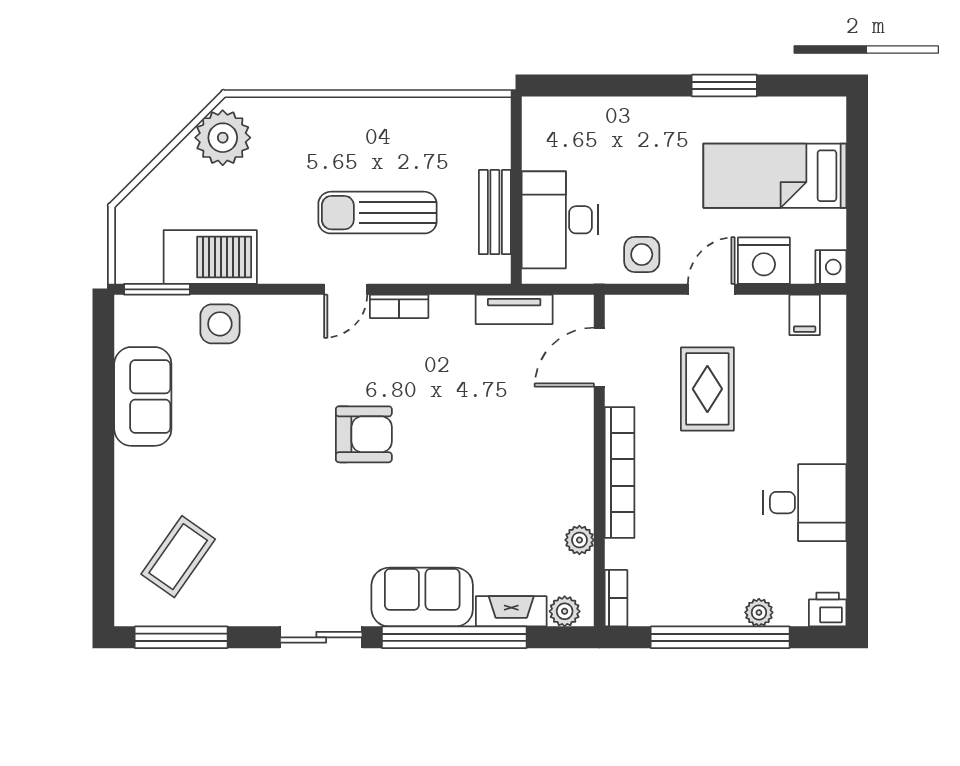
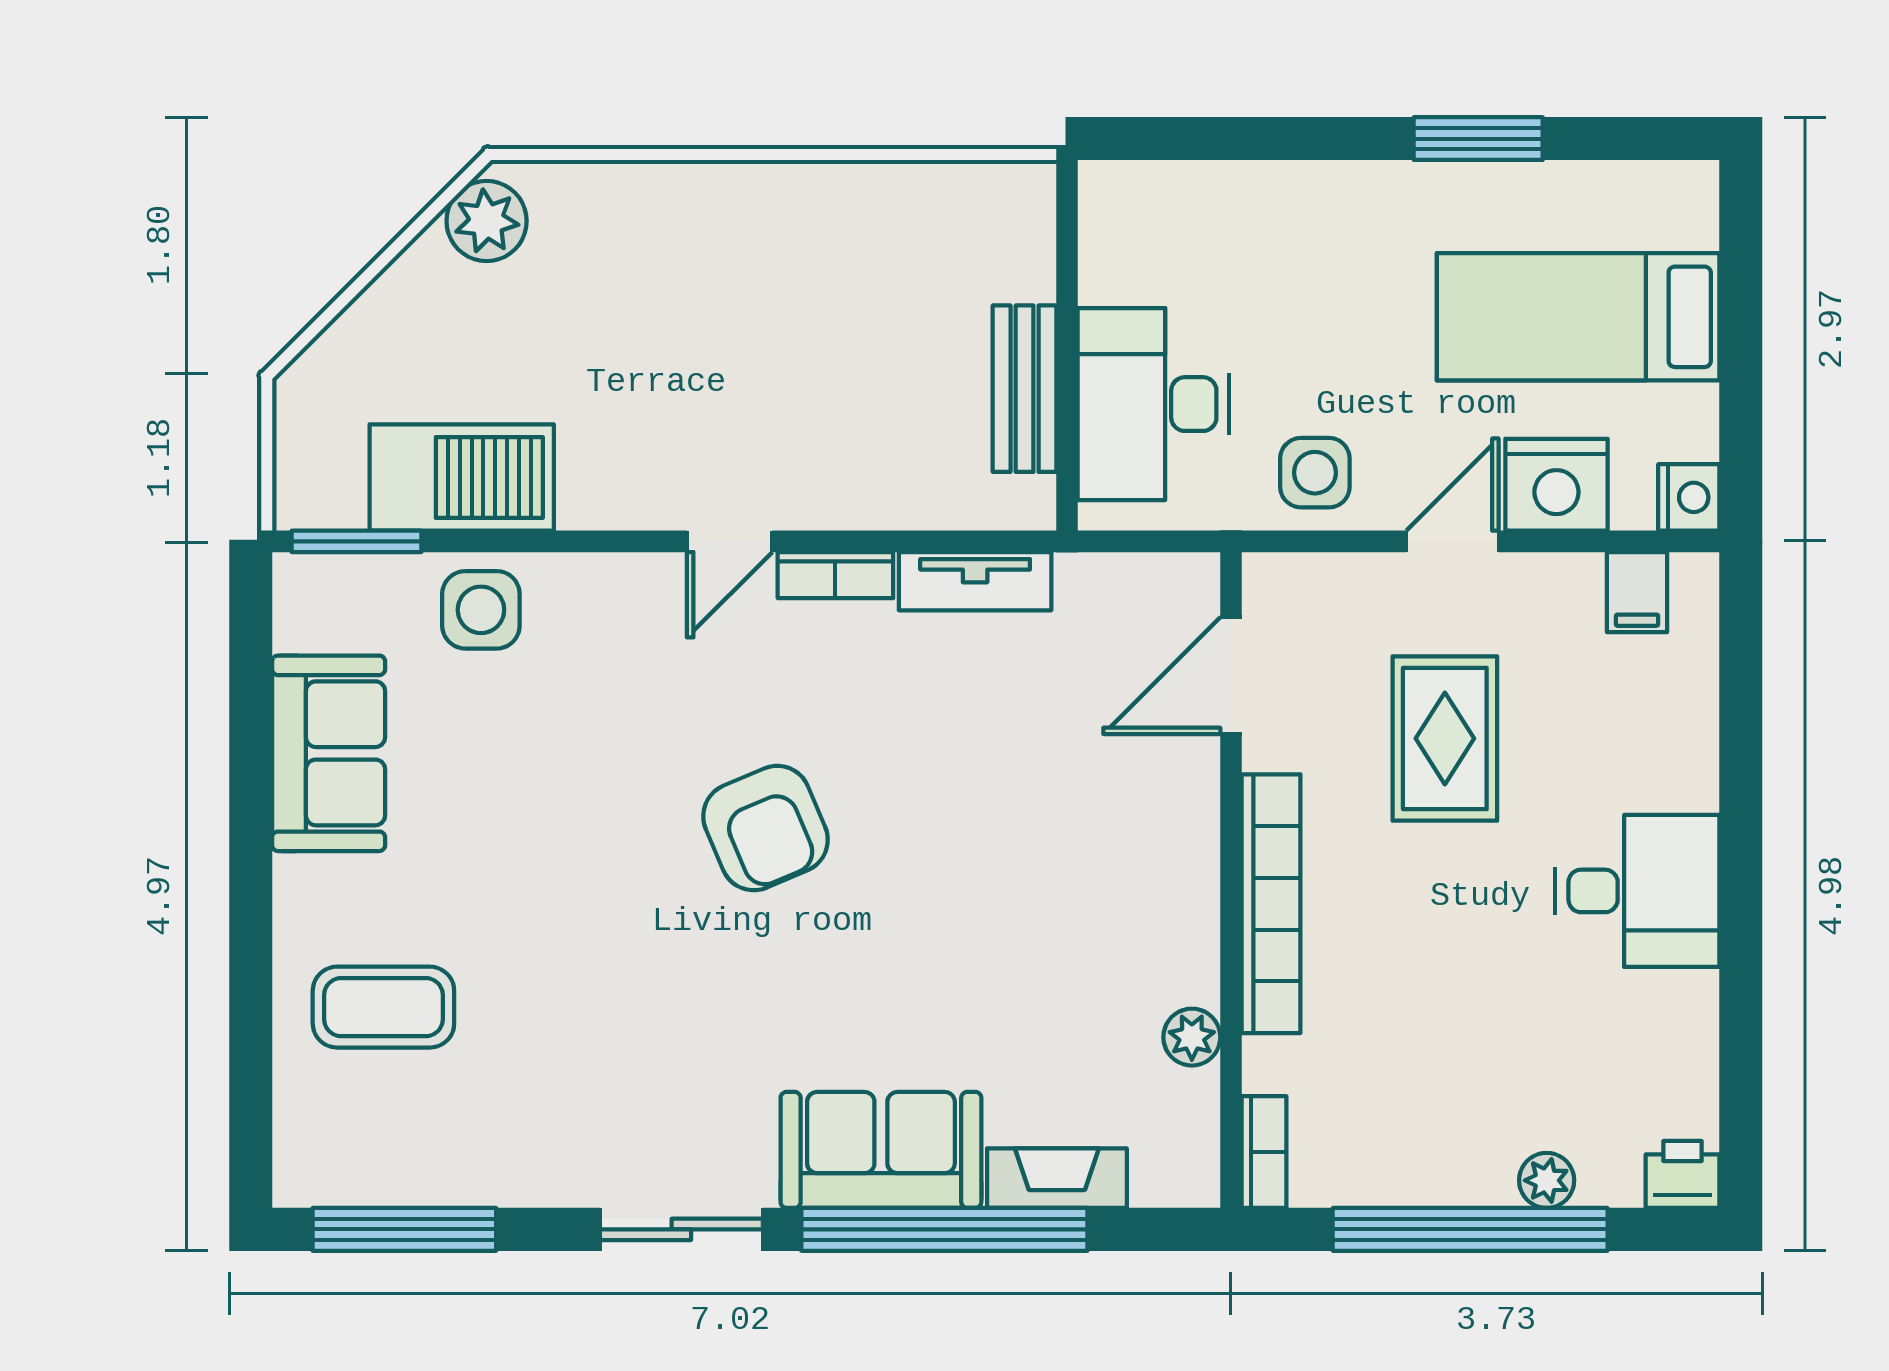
plant: (223, 138) -> (487, 221), width x0.73, depth x0.73
sun lounger: (377, 213) -> (793, 390), removed
tv unit: (514, 309) -> (975, 581), moved
armchair: (364, 434) -> (766, 828), turned 67
desk: (805, 503) -> (1637, 891), moved
coffee table: (178, 557) -> (383, 1007), moved, turned 55
plant: (565, 611) -> (1163, 1178), removed

